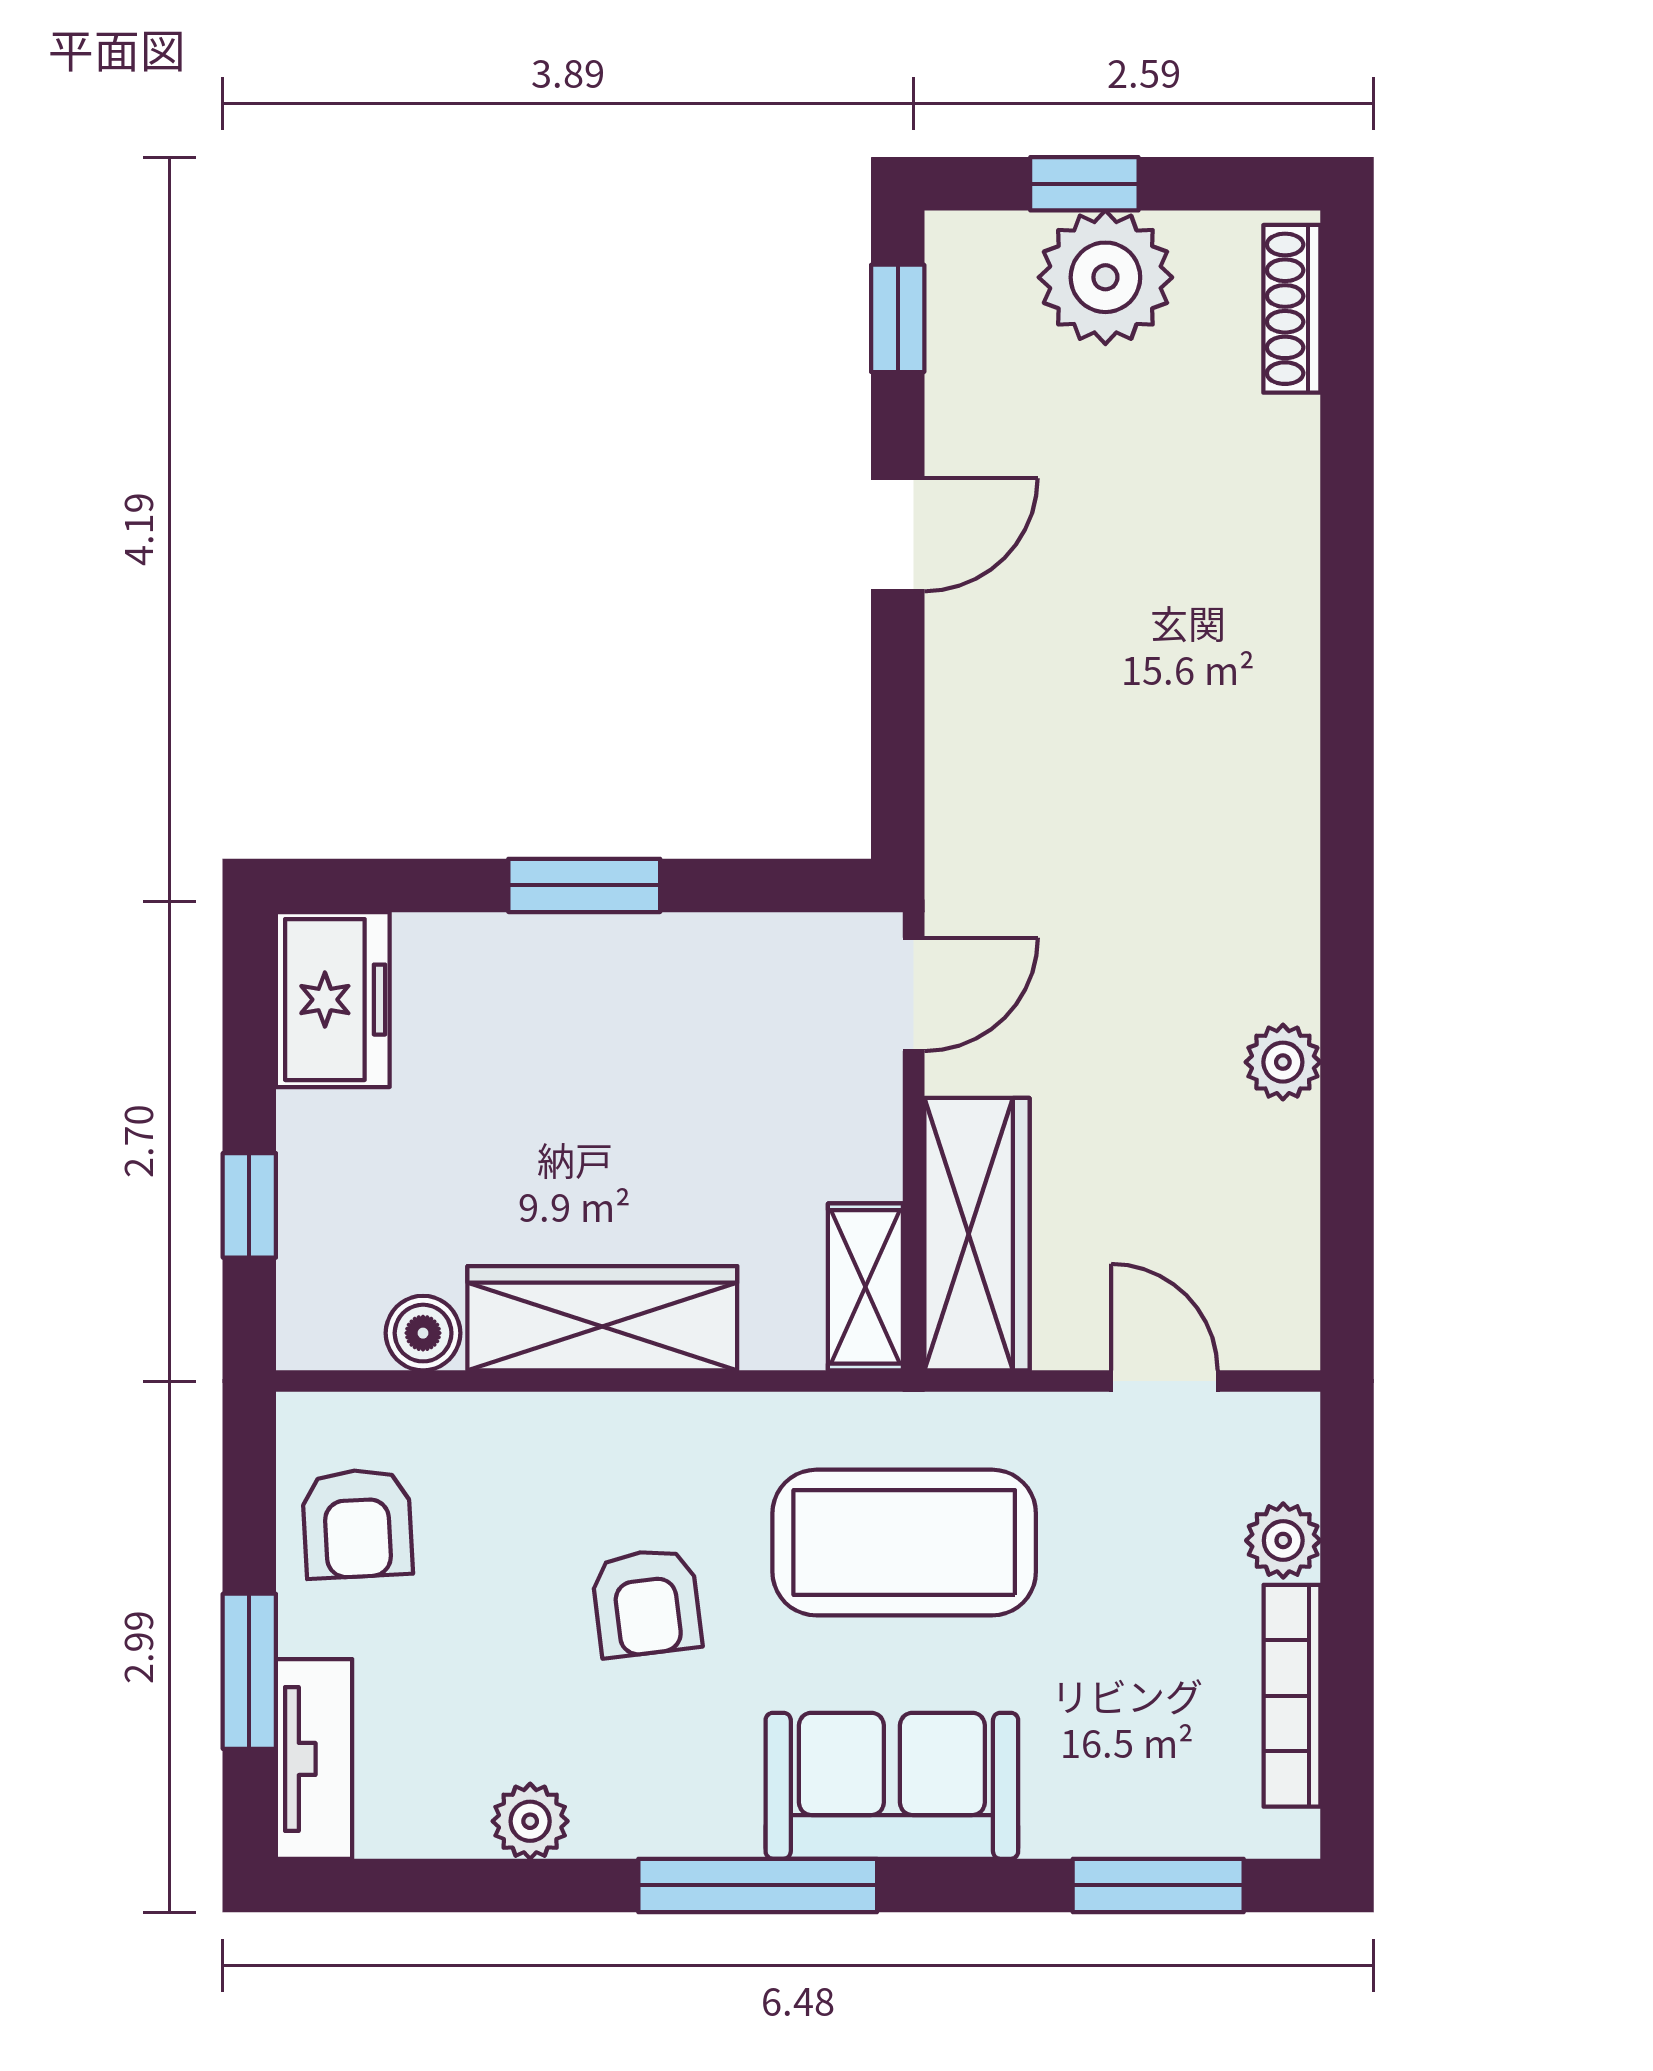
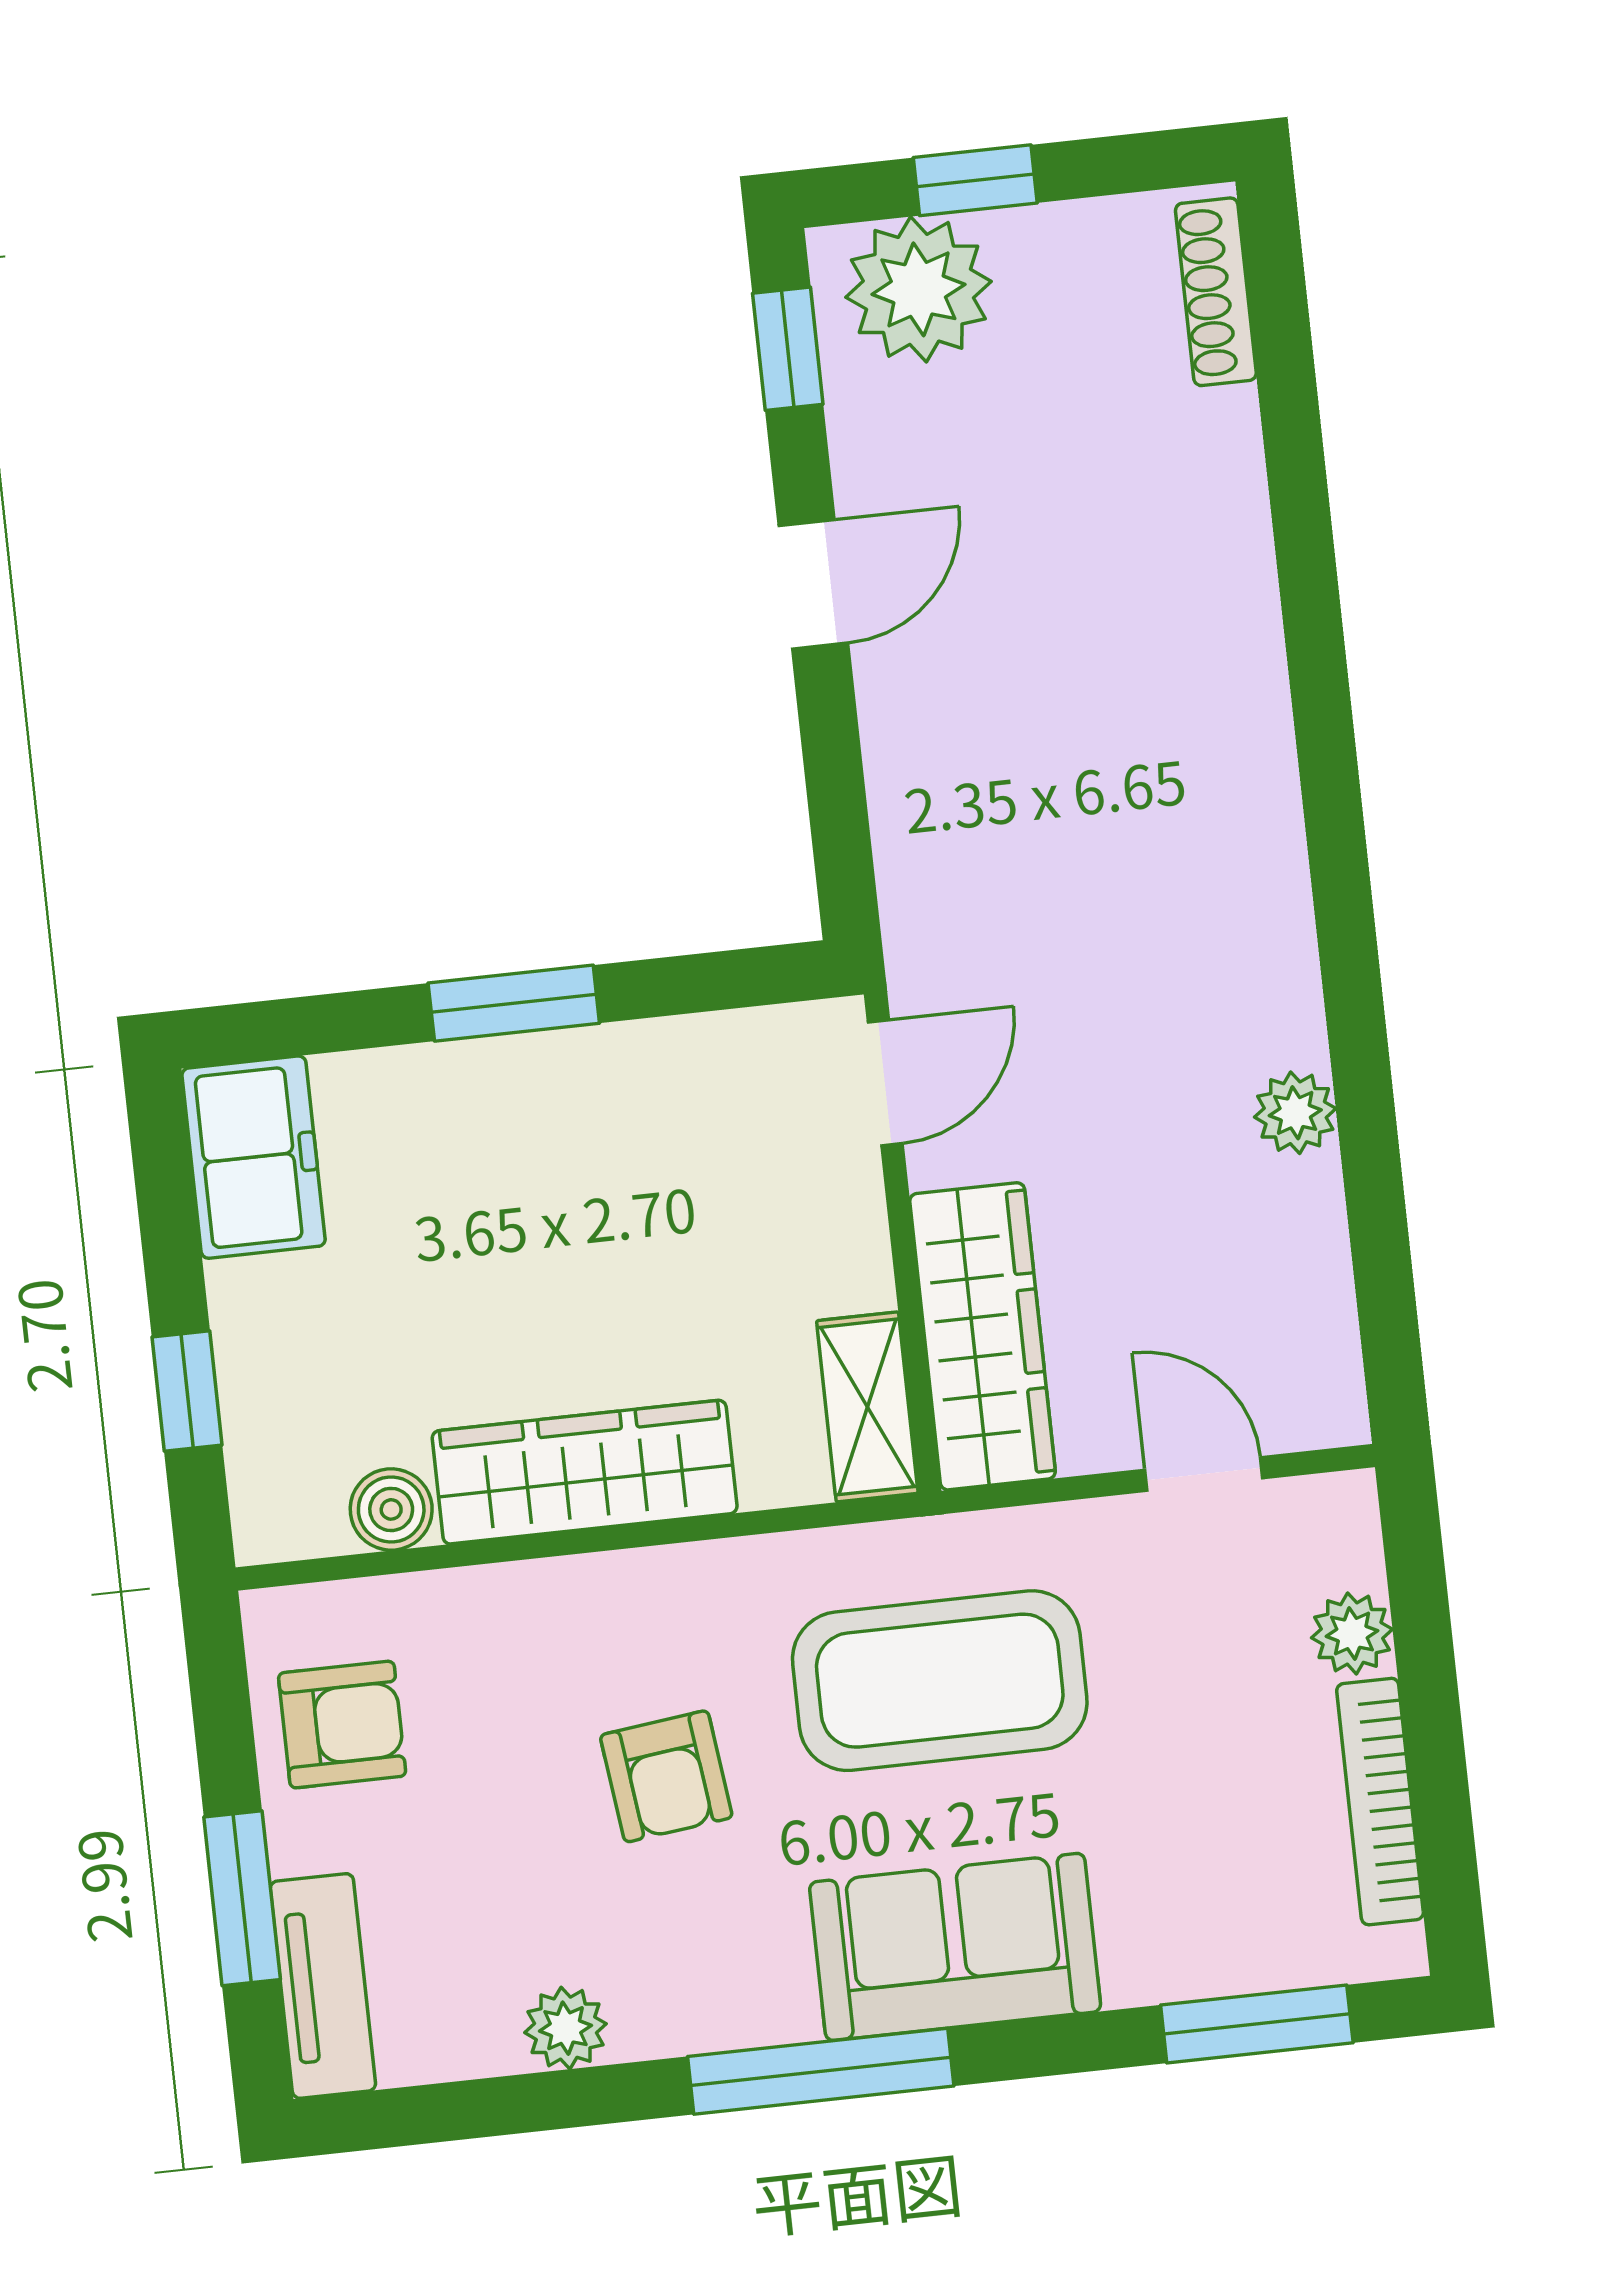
plant: (1105, 277) -> (918, 289), moved
armchair: (357, 1523) -> (342, 1725), turned -87

